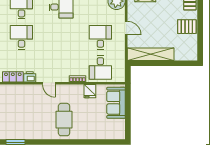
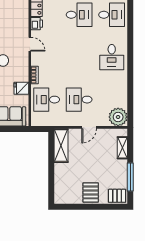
desk: (100, 37) -> (79, 100), turned 180
shelving: (151, 54) -> (61, 146), width x0.68
door: (49, 83) -> (30, 44), swing flipped

